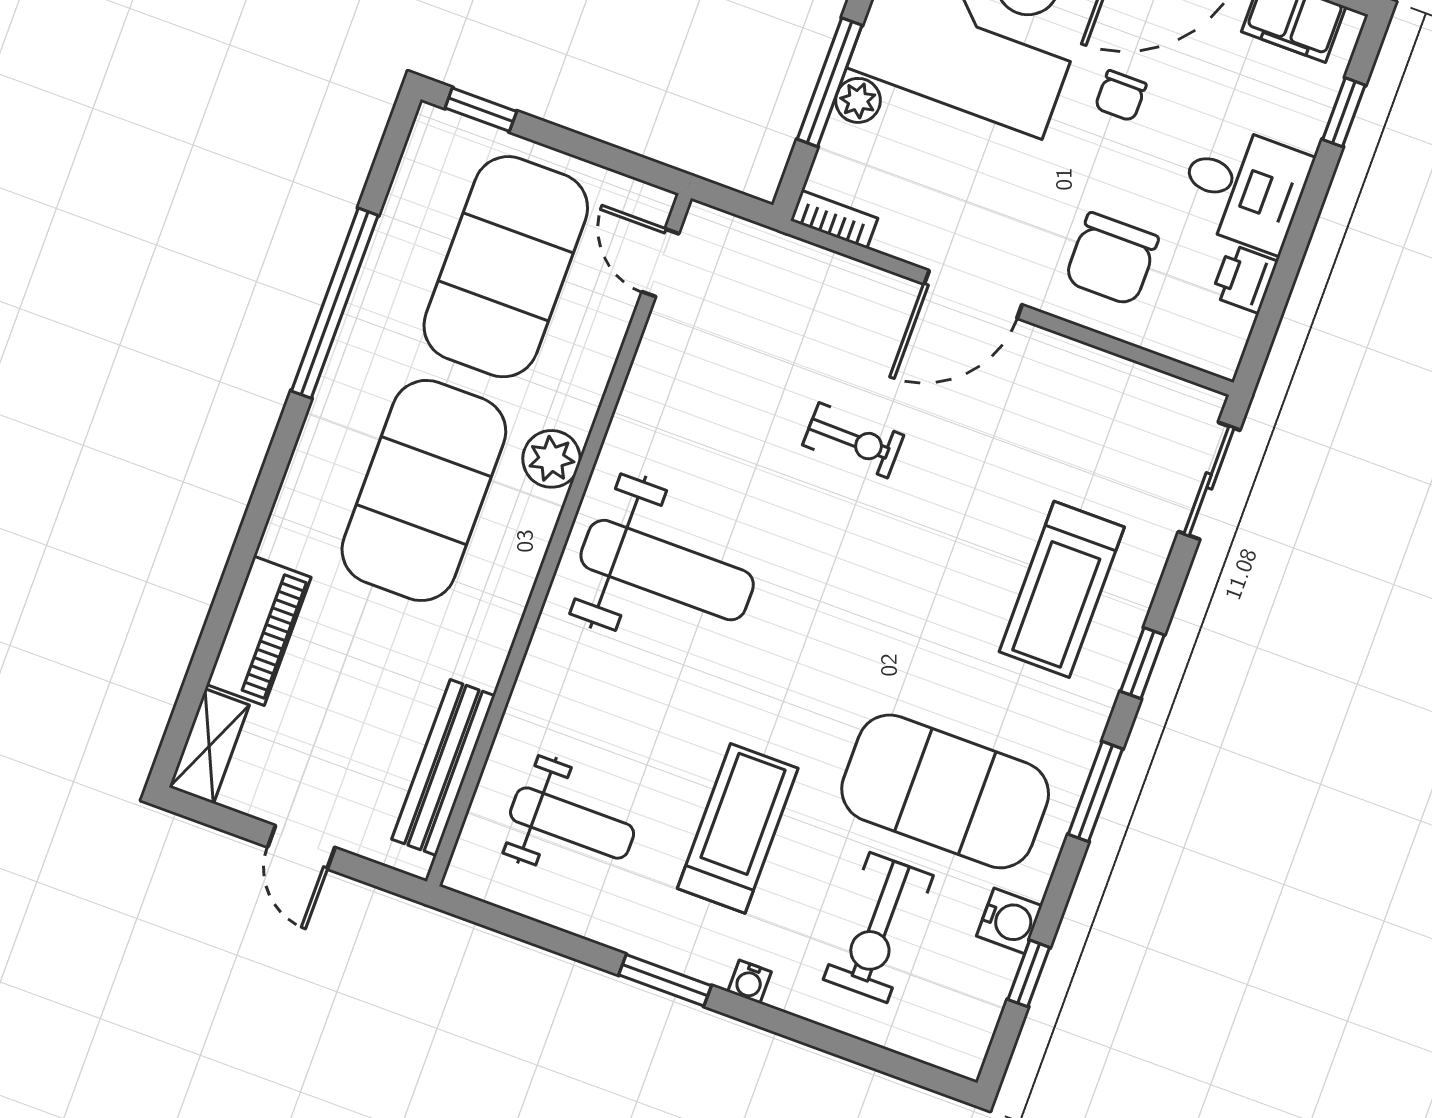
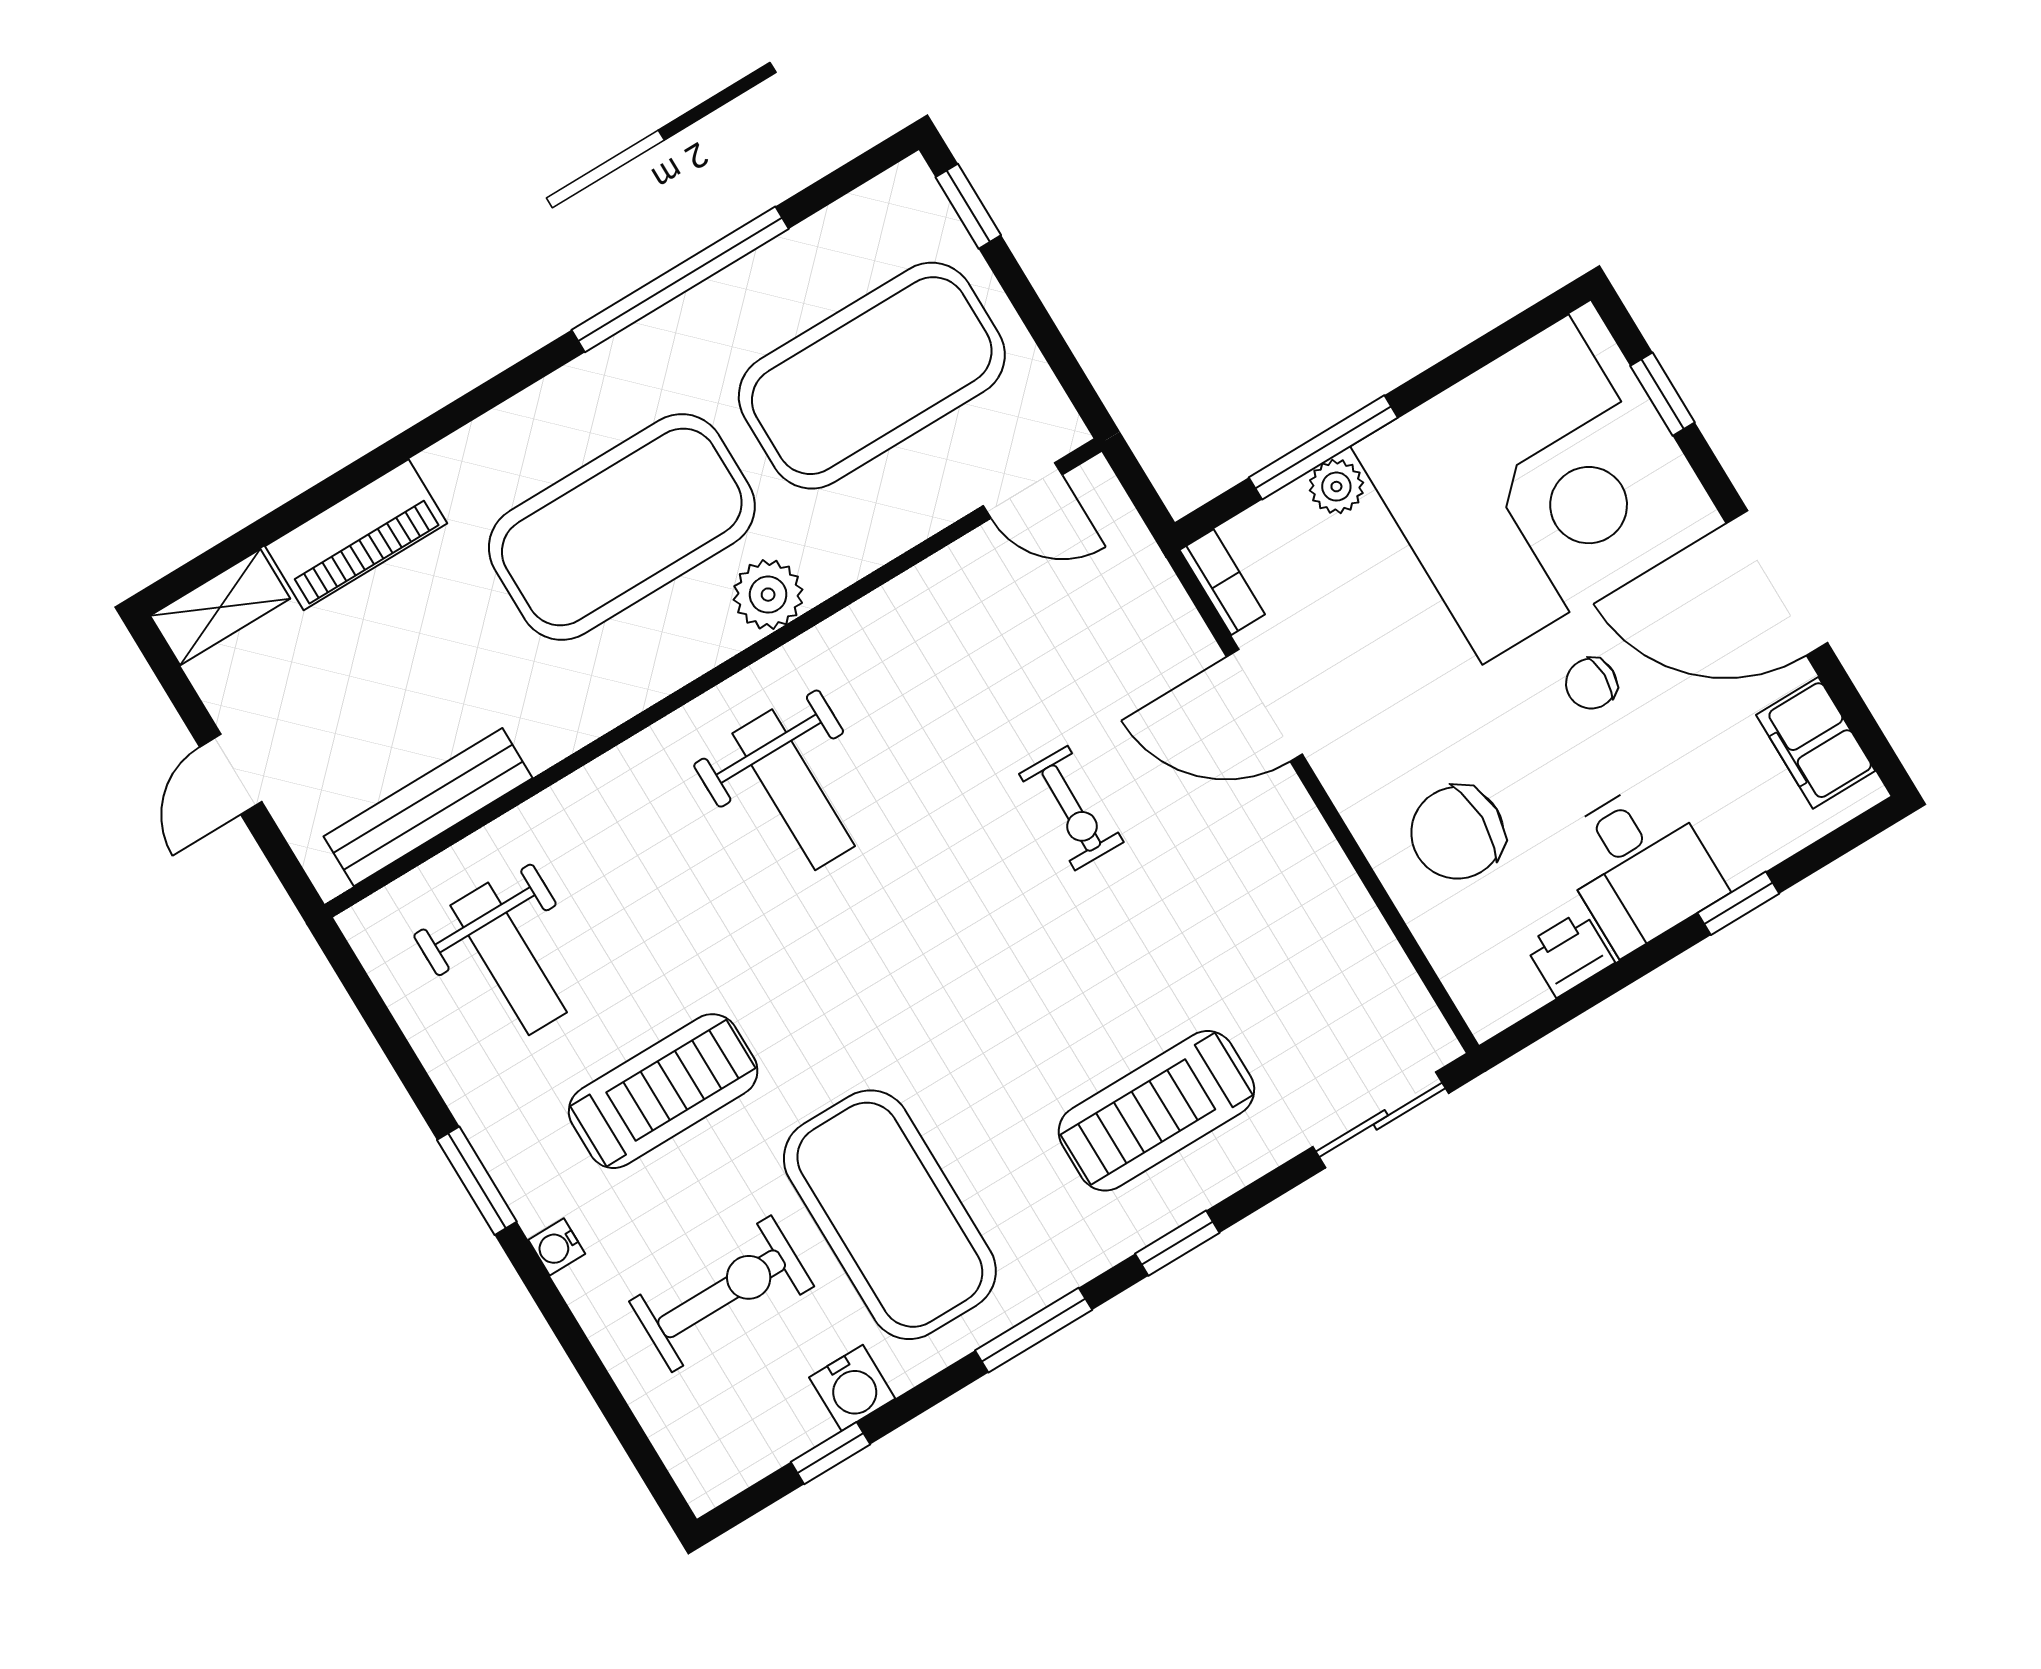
window: (1344, 112) -> (1738, 903), moved
door: (660, 263) -> (1023, 490), swing flipped
door: (973, 294) -> (1264, 705), moved
weight bench: (667, 570) -> (794, 790), width x0.73, depth x0.75
exercise bike: (878, 928) -> (722, 1294), turned 180

